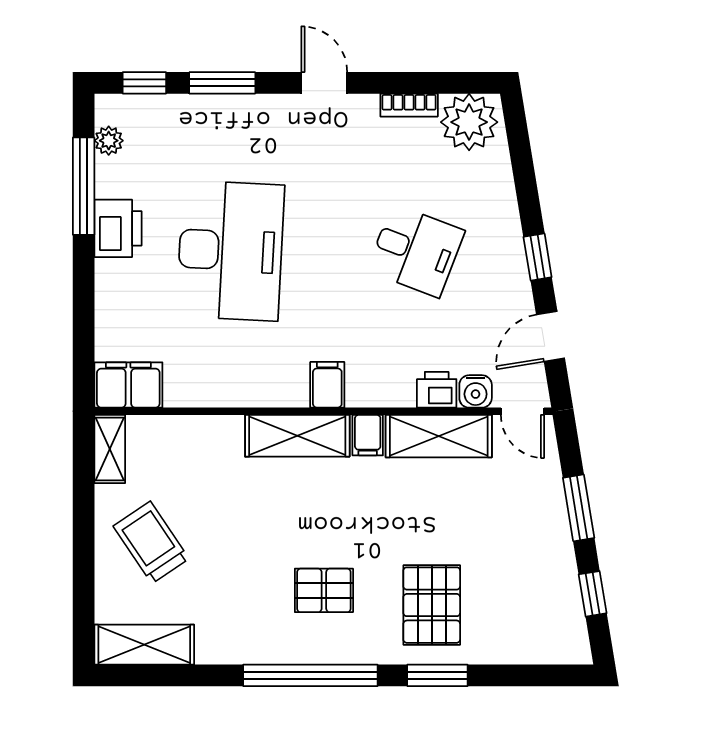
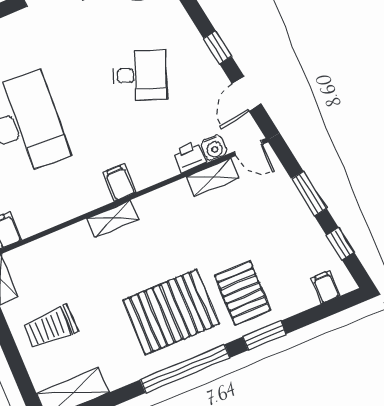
filing cabinet: (368, 435) -> (326, 287), moved, turned 180
shelving: (297, 436) -> (113, 219), width x0.67, depth x0.75
shelving: (439, 436) -> (212, 177), width x0.67, depth x0.75
trolley: (151, 542) -> (51, 327), turned -56
pallet: (324, 590) -> (171, 312), width x2.05, depth x2.00

